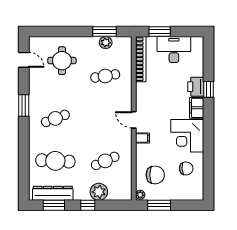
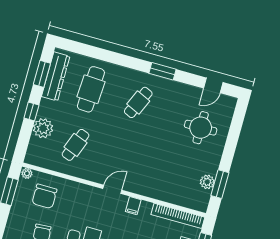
cafe table: (105, 76) -> (170, 171), removed
cafe table: (55, 118) -> (138, 102), turned 45
filing cabinet: (142, 138) -> (133, 206), moved
cafe table: (105, 161) -> (76, 145), turned 45

